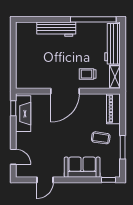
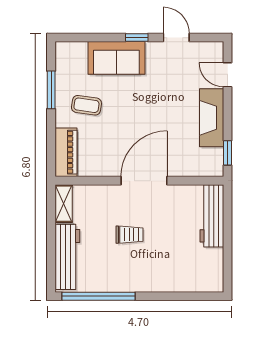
workbench: (56, 29) -> (212, 216), moved, turned -90
trolley: (88, 74) -> (129, 235), moved
fireplace: (23, 114) -> (212, 118), moved
door: (45, 180) -> (176, 38), hinge flipped
window: (109, 180) -> (137, 38), moved

